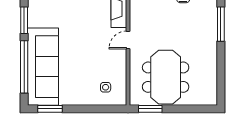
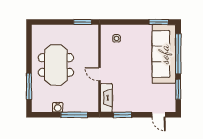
door: (128, 40) -> (99, 74), swing flipped
meeting table: (166, 77) -> (56, 65), moved

